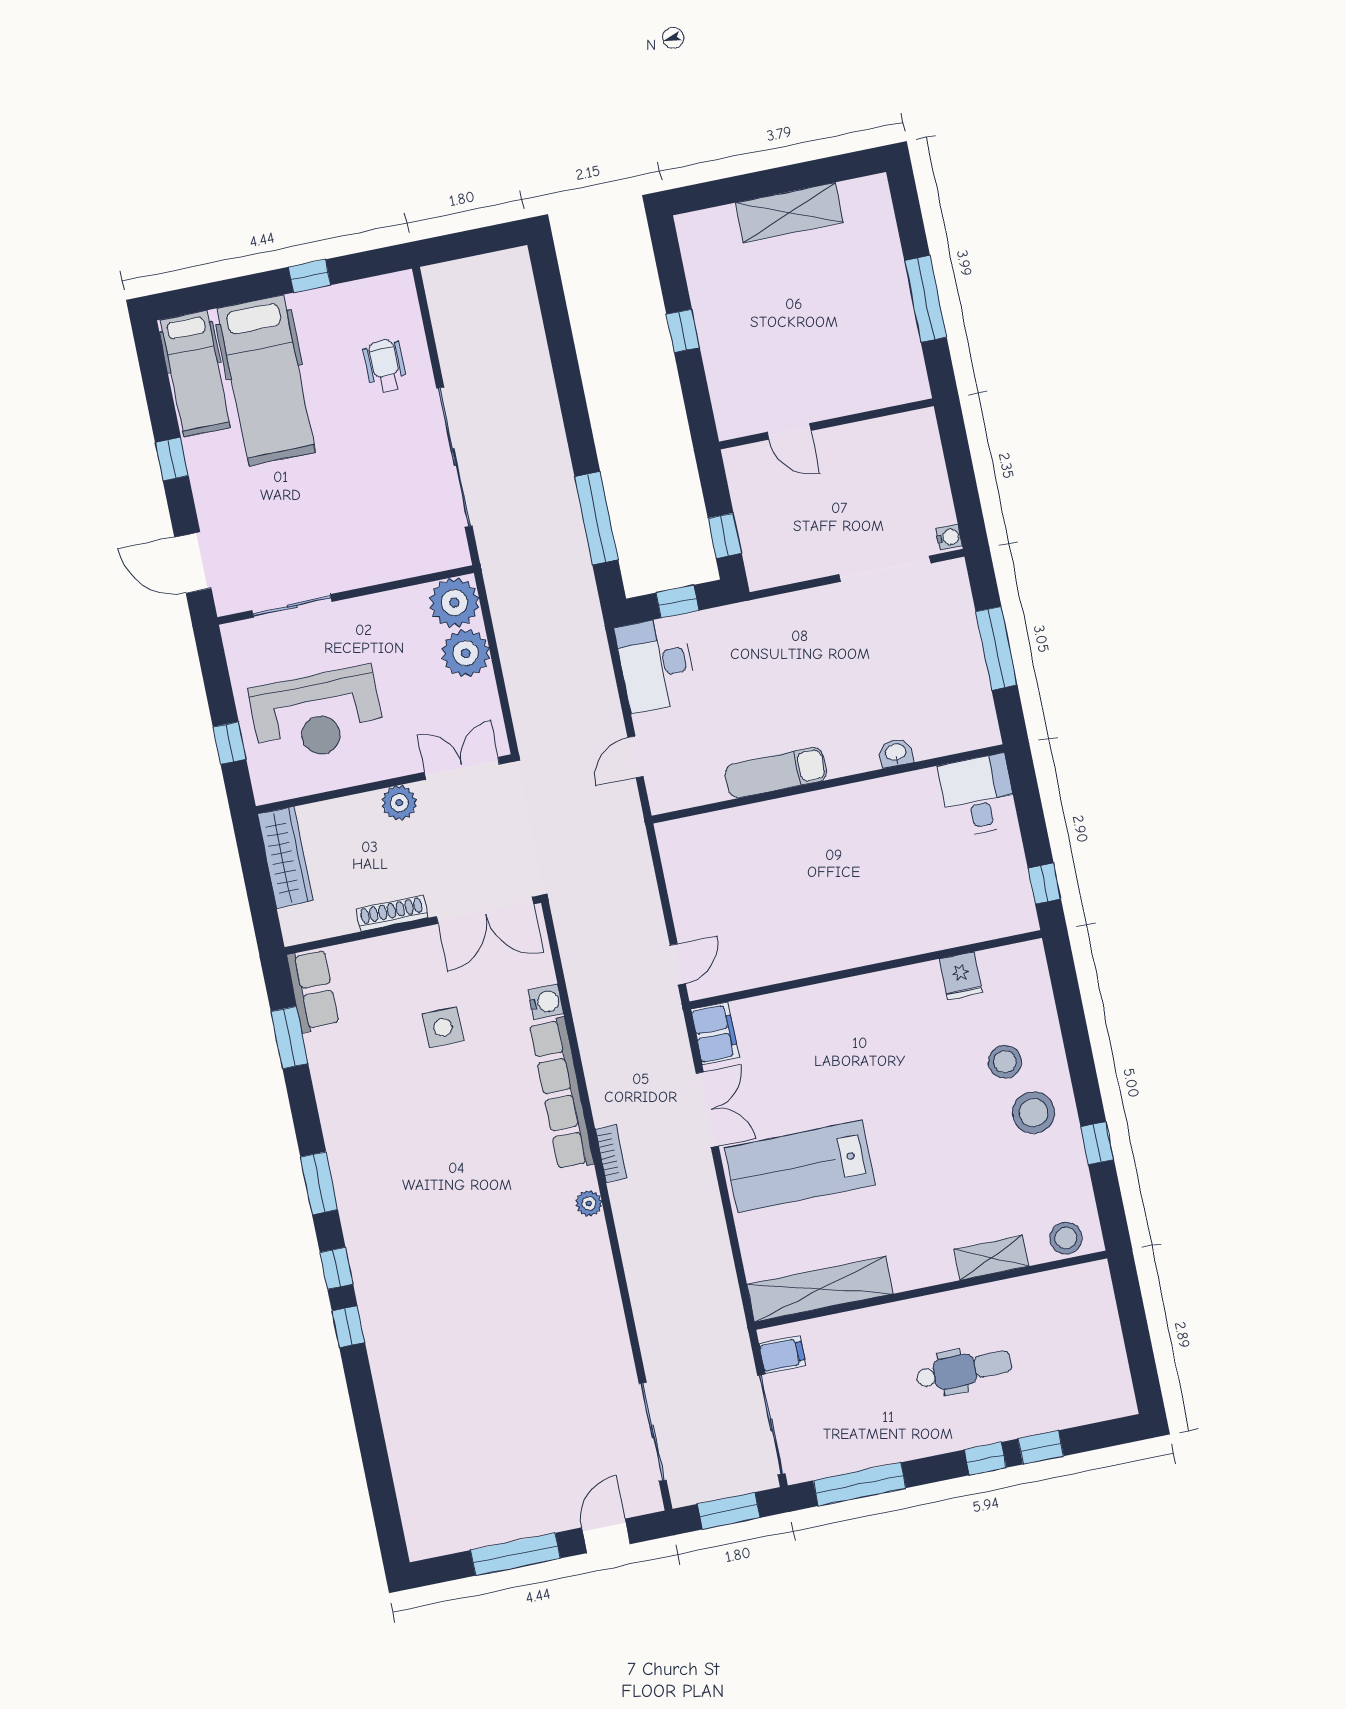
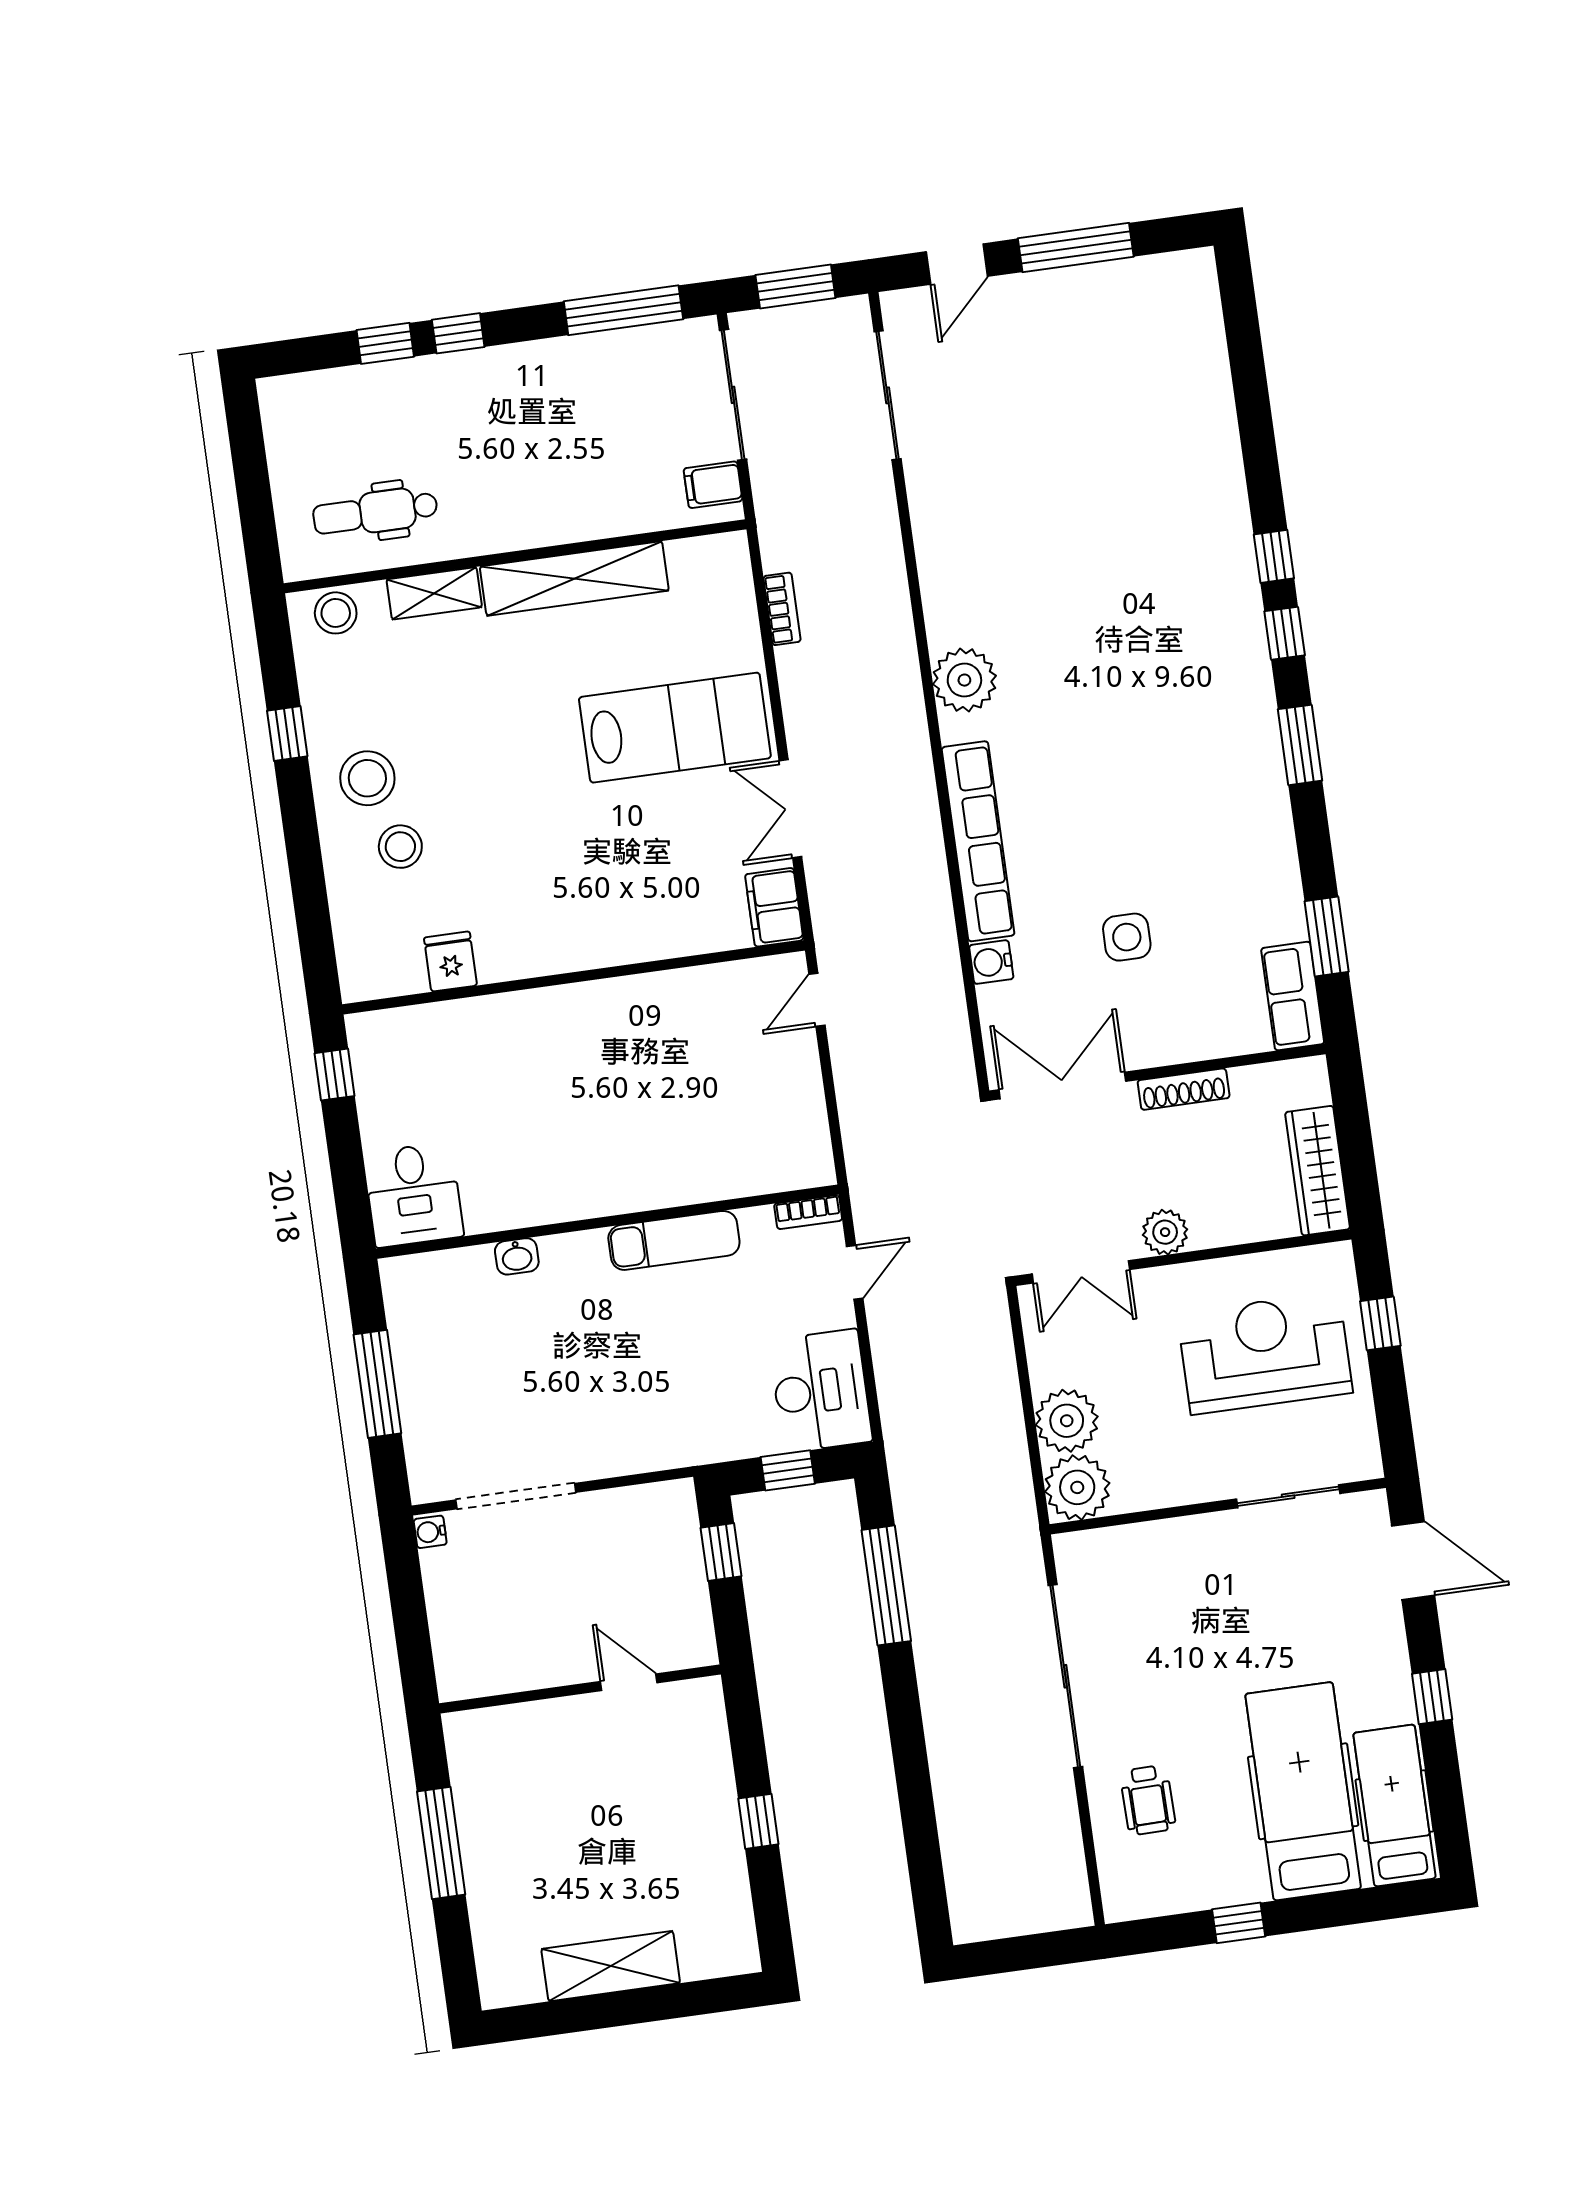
bookcase: (674, 801) -> (808, 1212), added
bookcase: (611, 1154) -> (782, 609), moved, turned 180
plant: (589, 1203) -> (964, 680), width x1.87, depth x1.87
shelving: (820, 1289) -> (574, 579), moved
dental chair: (964, 1370) -> (375, 512), moved

